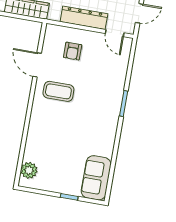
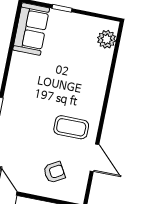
armchair: (73, 51) -> (54, 172), turned 60

